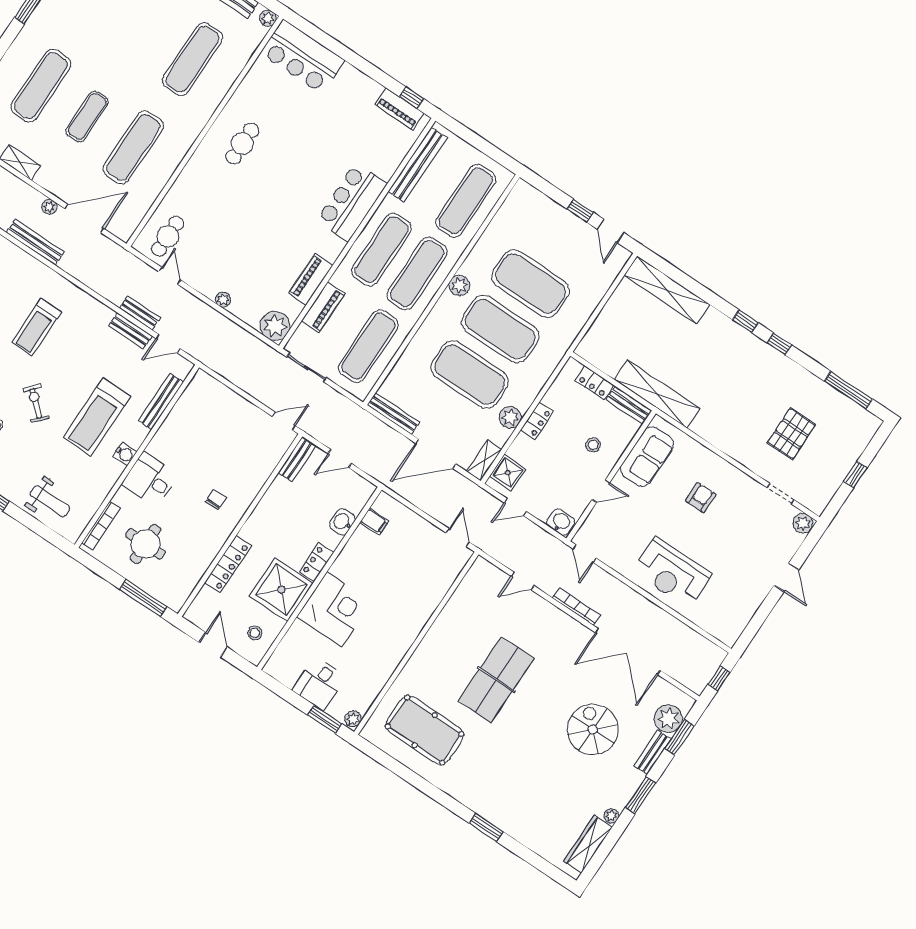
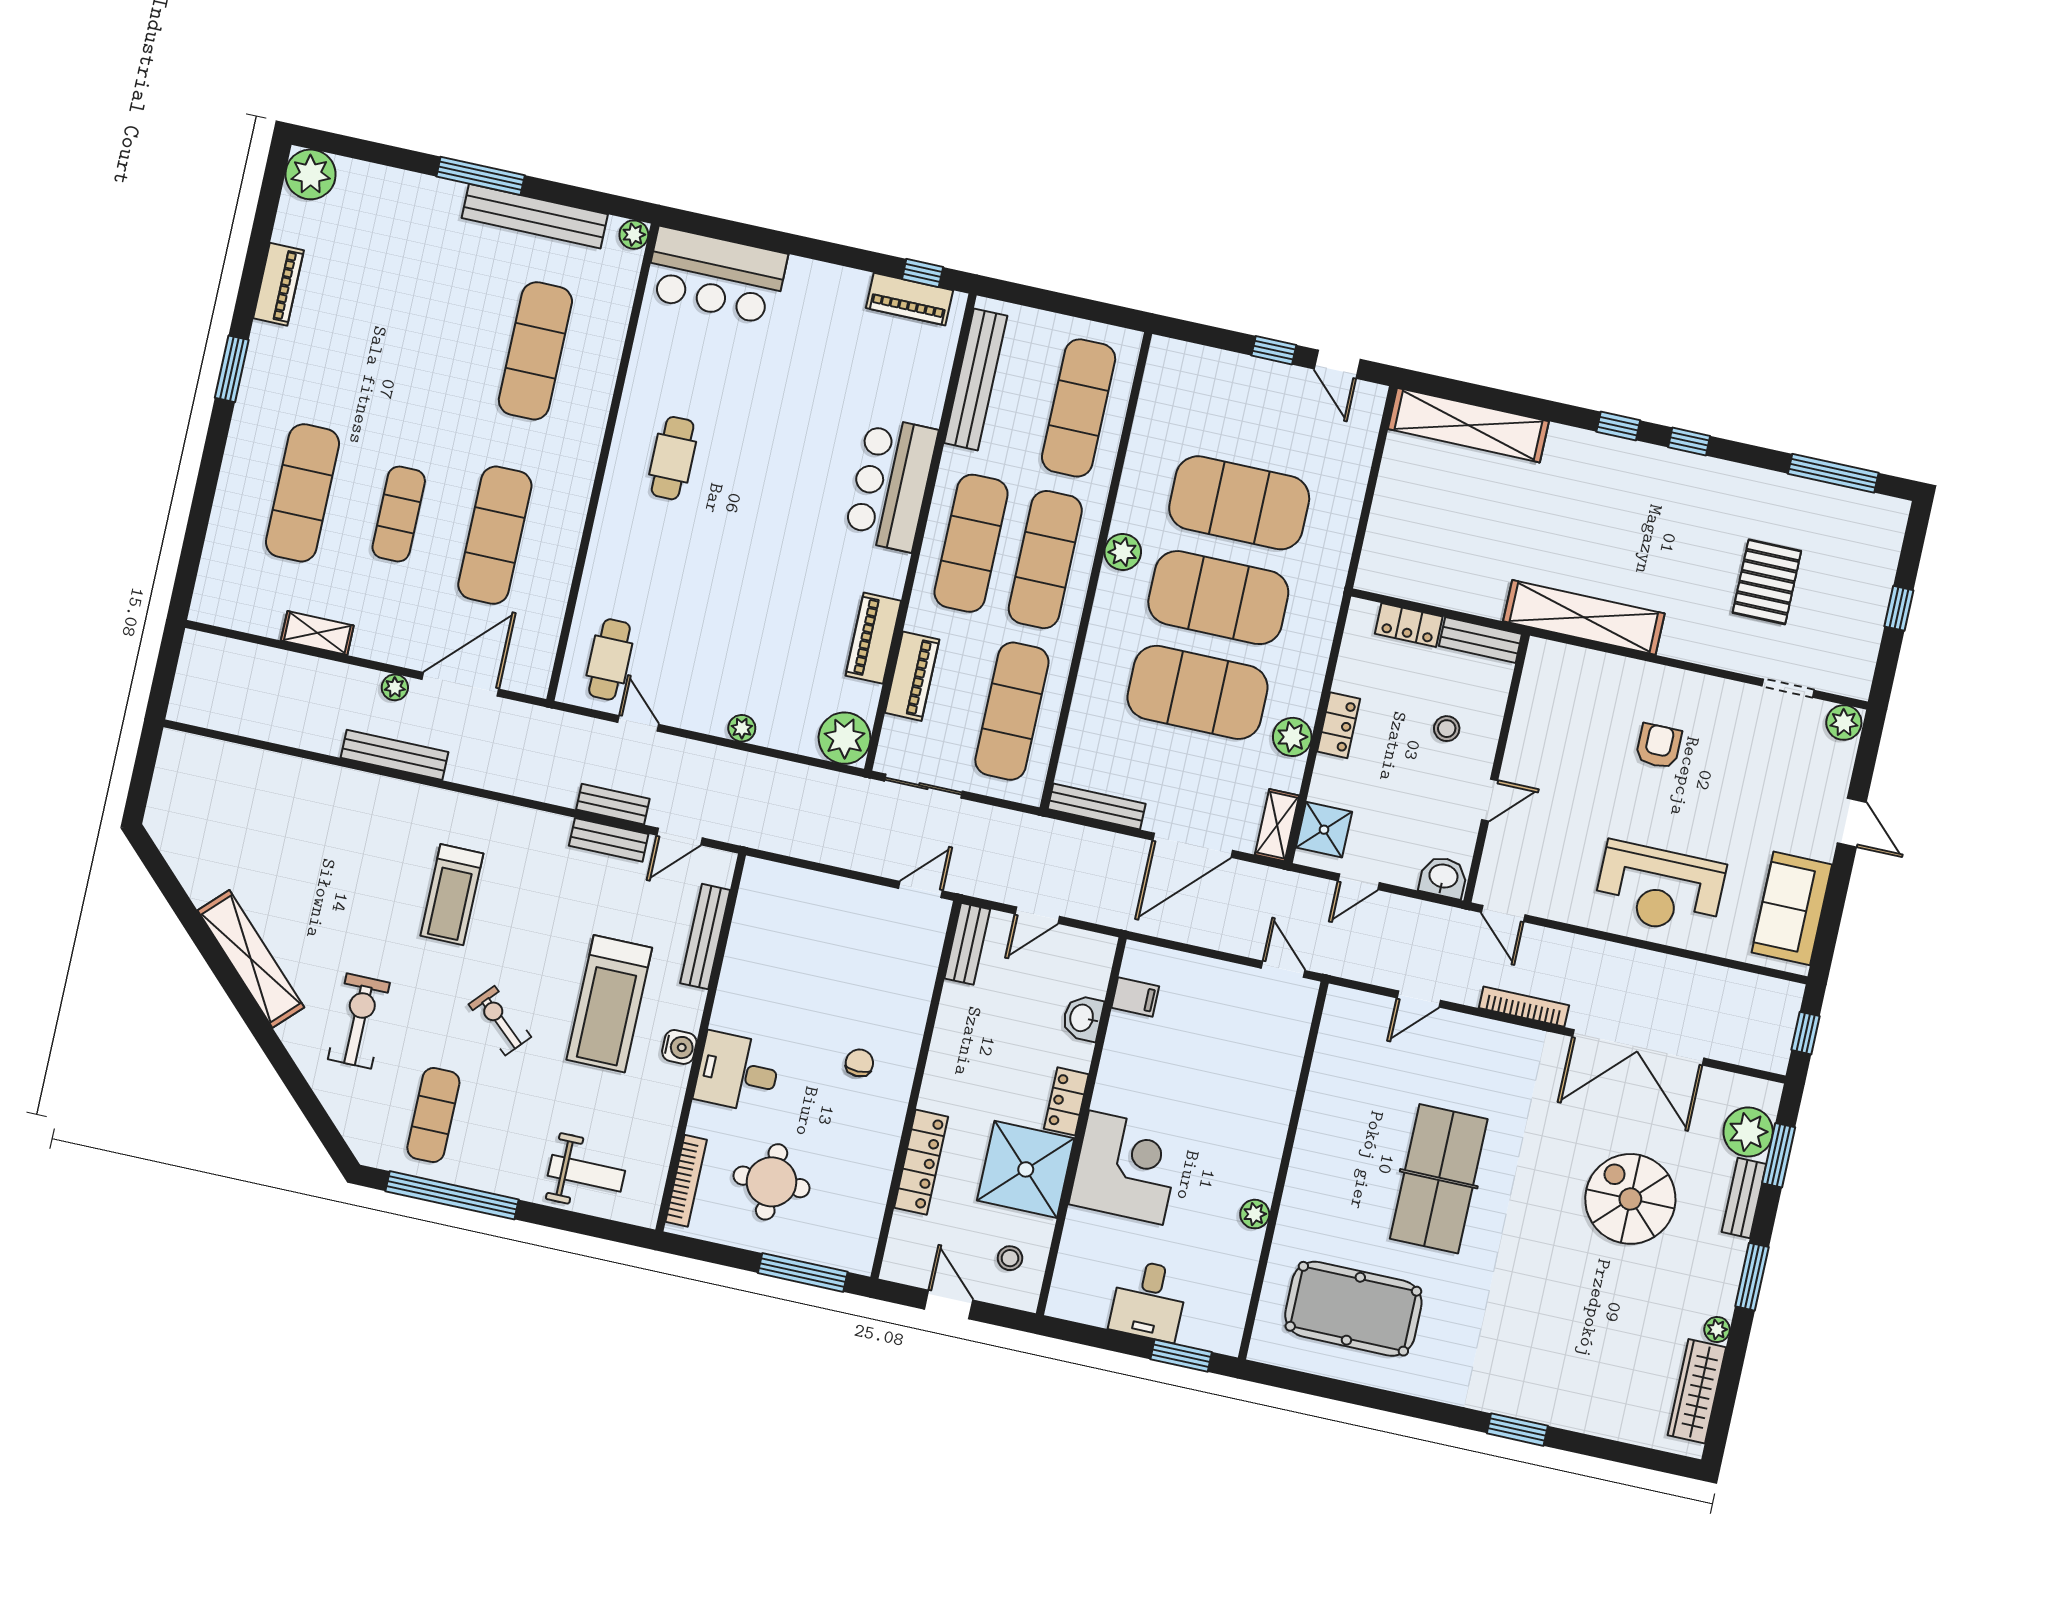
shelving: (657, 394) -> (1584, 617), moved
sofa: (647, 457) -> (1792, 908), moved, turned 180
plant: (353, 719) -> (1255, 1214), moved

